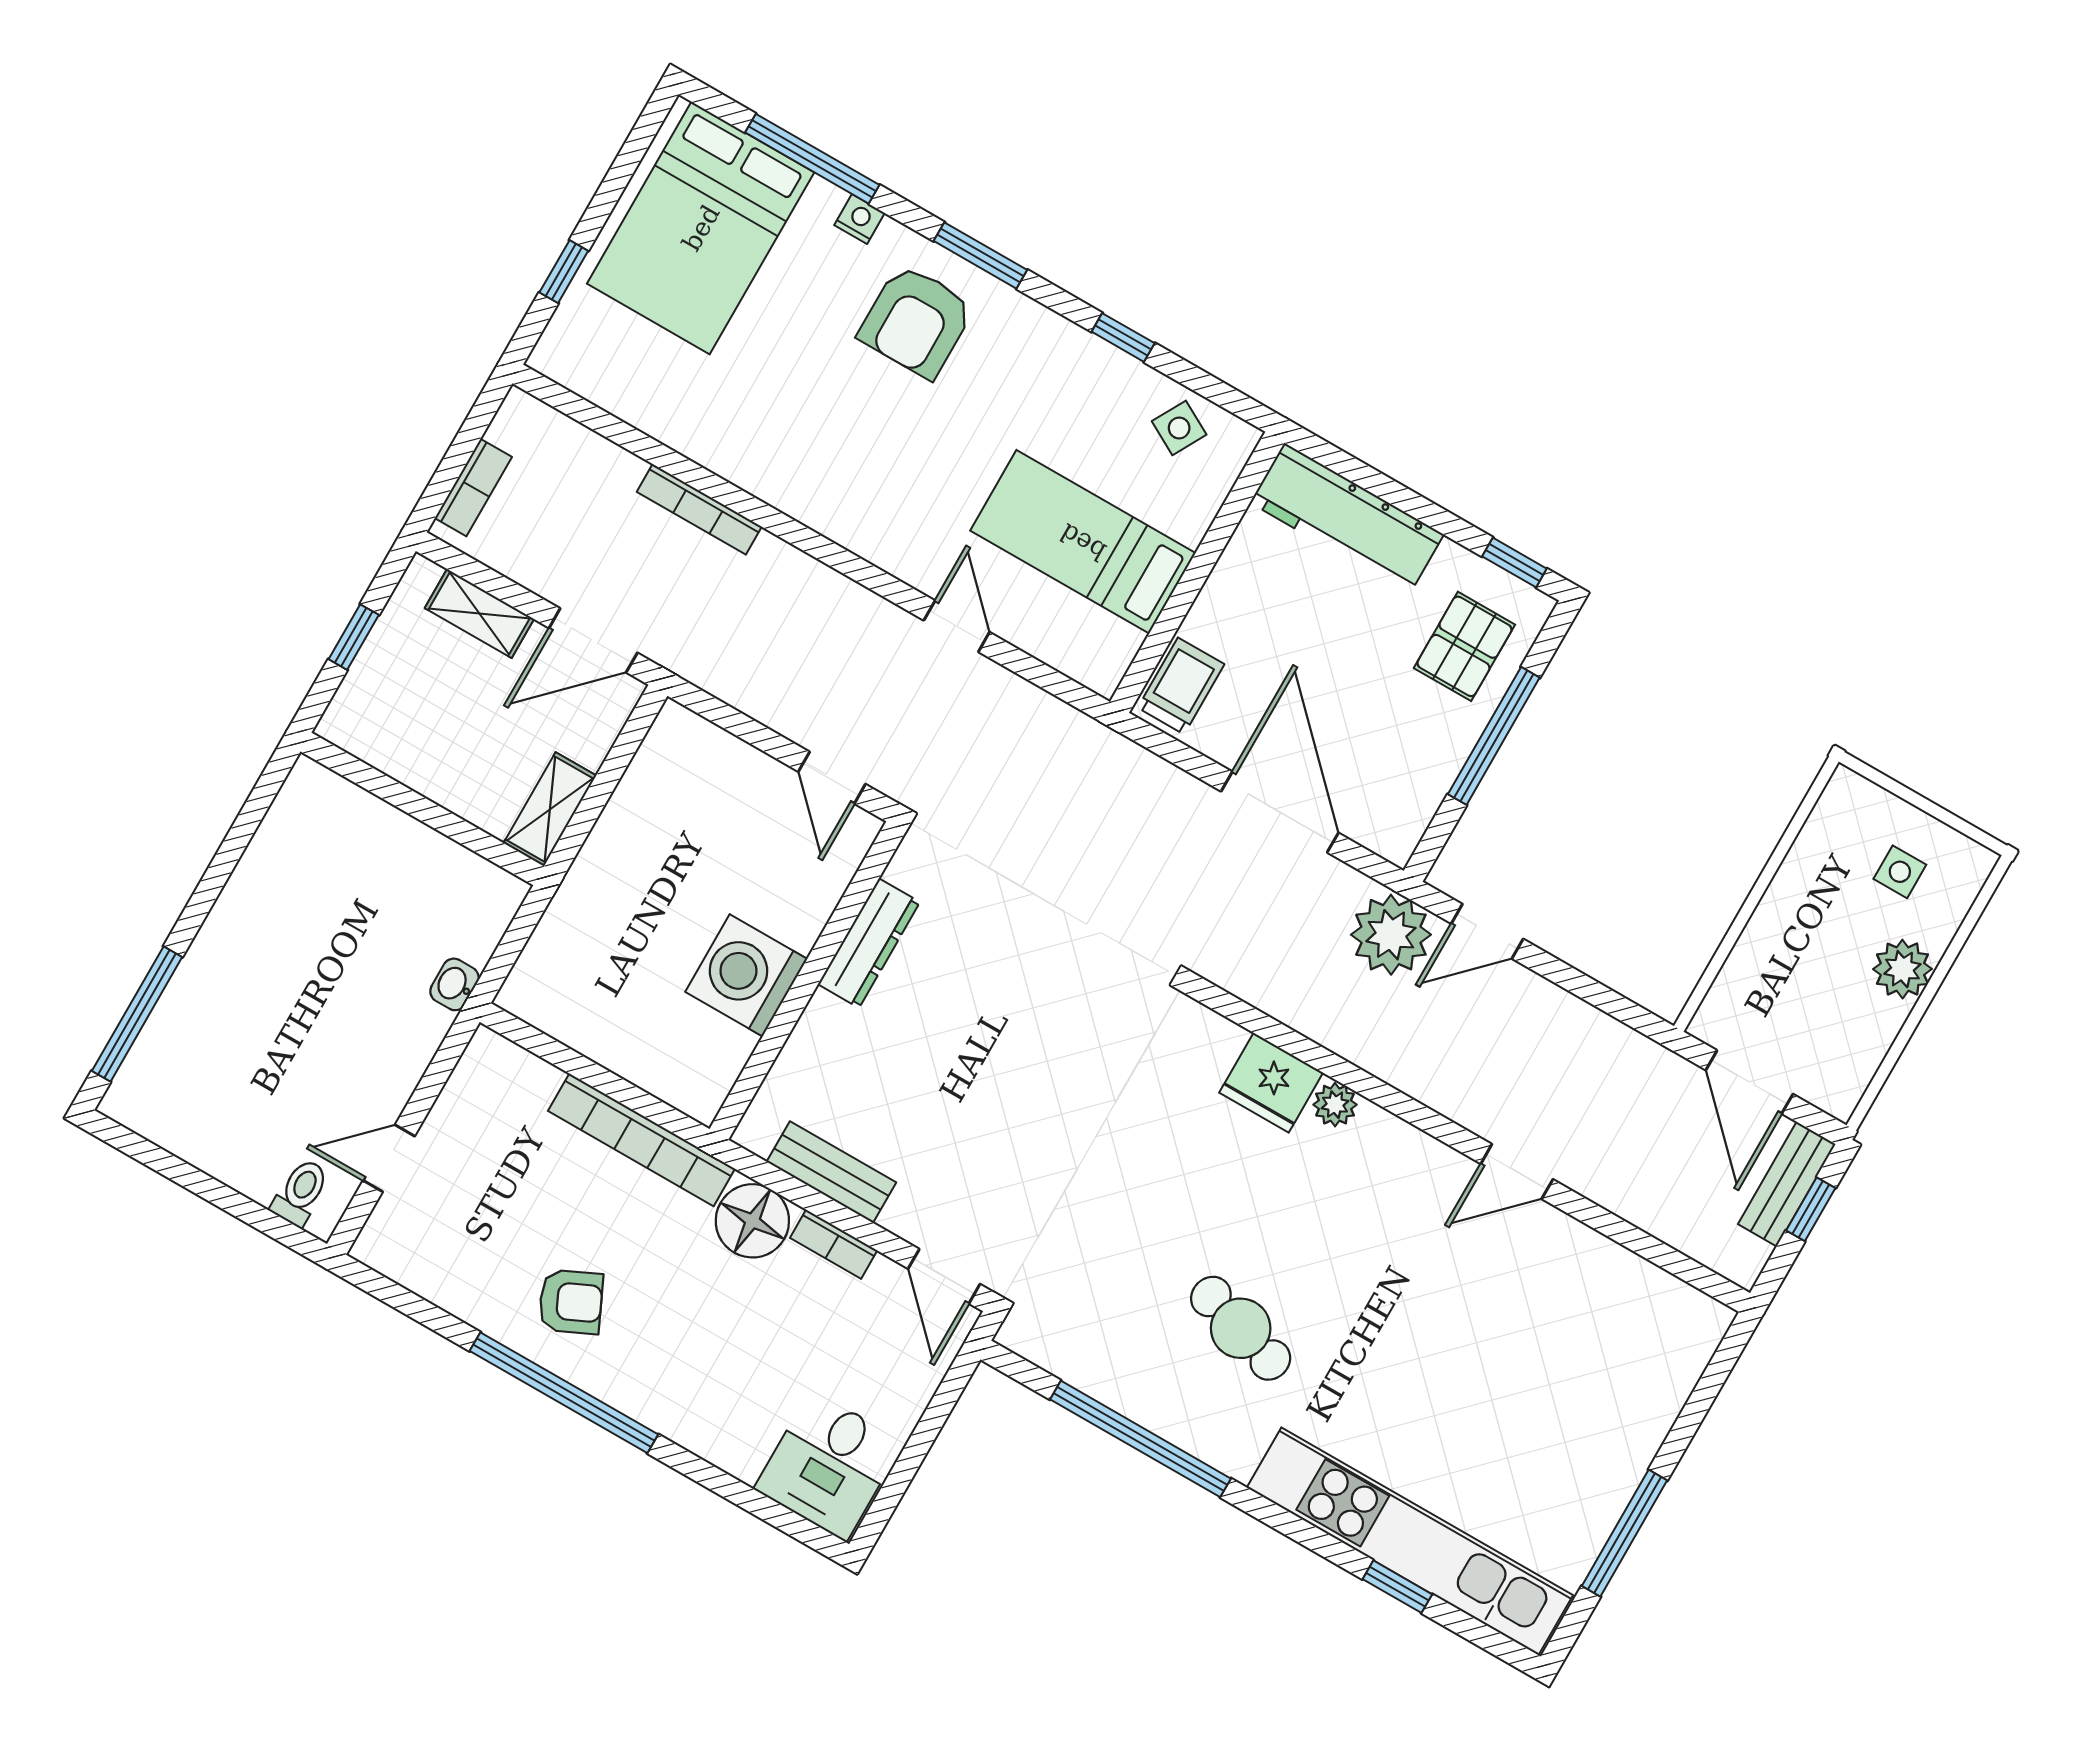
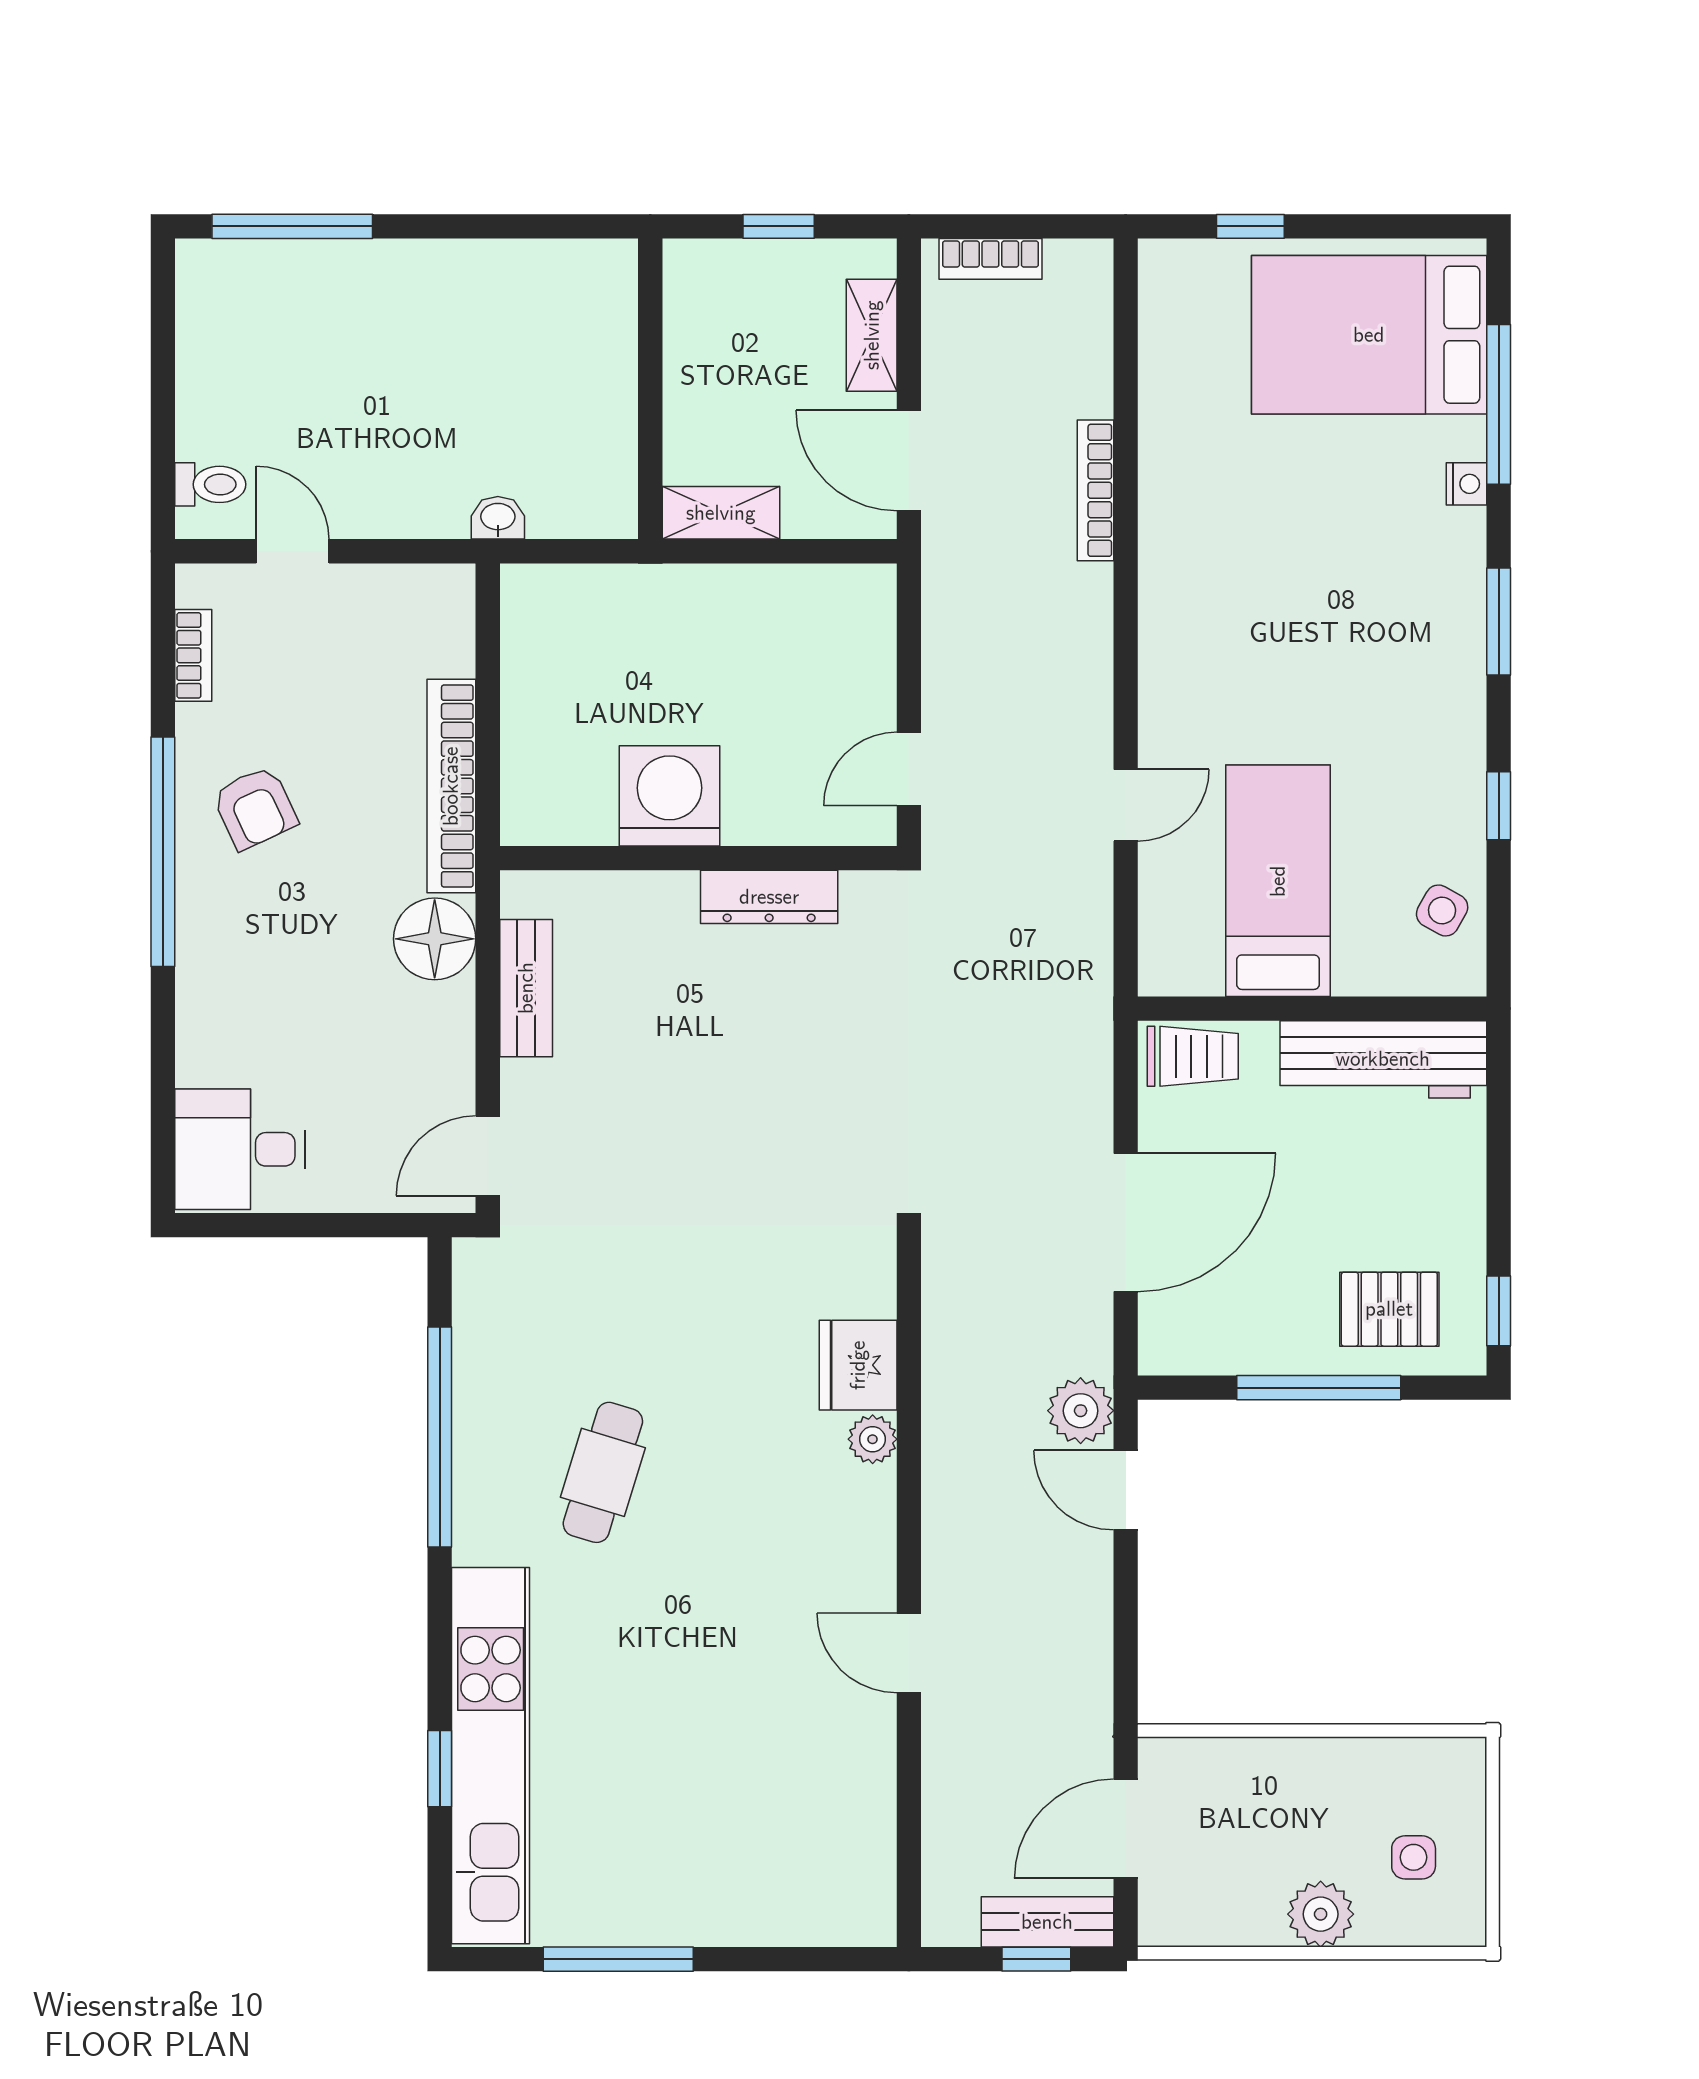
armchair: (916, 321) -> (1399, 596), removed
workbench: (1347, 518) -> (1383, 1059), moved, turned -90
plant: (1391, 935) -> (1081, 1411), width x0.73, depth x0.73
bookcase: (834, 1244) -> (193, 655), moved, turned 180

